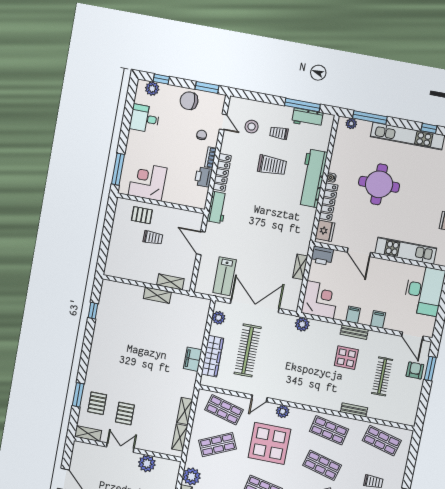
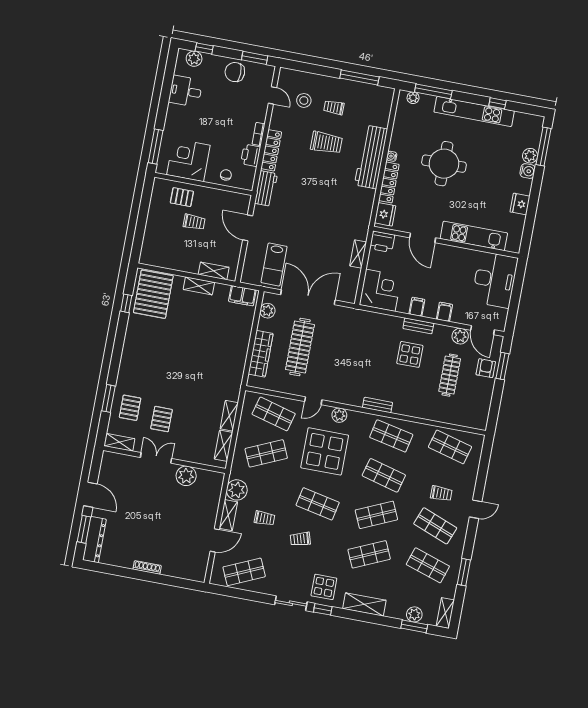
workbench: (307, 118) -> (365, 91), removed
chair: (202, 135) -> (226, 175), moved
pallet: (117, 302) -> (153, 294), added
plant: (302, 324) -> (460, 336), moved
filing cabinet: (193, 359) -> (242, 296), moved, turned -90
bench: (354, 410) -> (378, 405), moved

